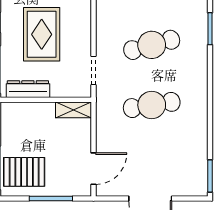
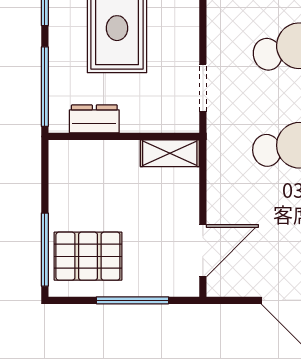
dresser: (28, 89) -> (94, 119), width x0.70

